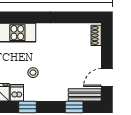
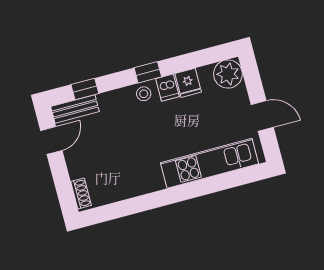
stool: (33, 73) -> (144, 94), moved

